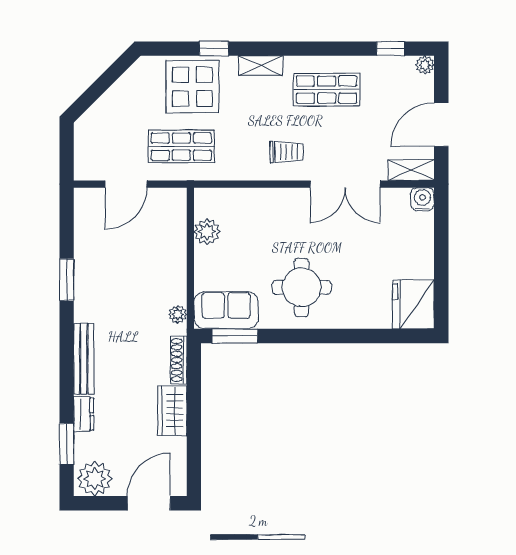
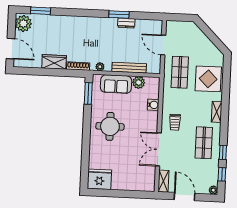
window: (214, 49) -> (223, 152), moved
water cooler: (422, 199) -> (153, 105), moved
sofa: (226, 310) -> (116, 84), moved, turned 90
bench: (84, 359) -> (129, 68), moved
dresser: (84, 414) -> (126, 23), moved

